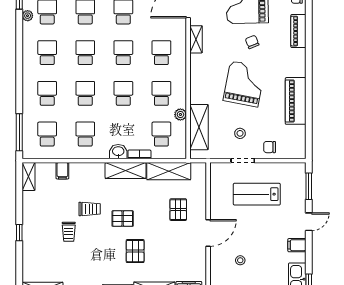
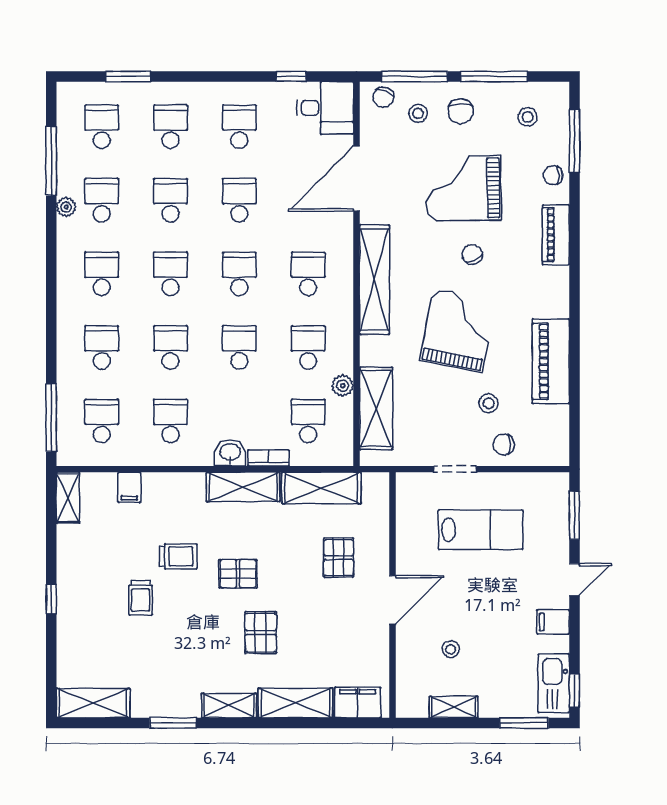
shelving: (196, 39) -> (375, 280), width x2.20, depth x1.33
stool: (240, 133) -> (489, 403), moved
lab bench: (257, 194) -> (481, 530), turned 180

